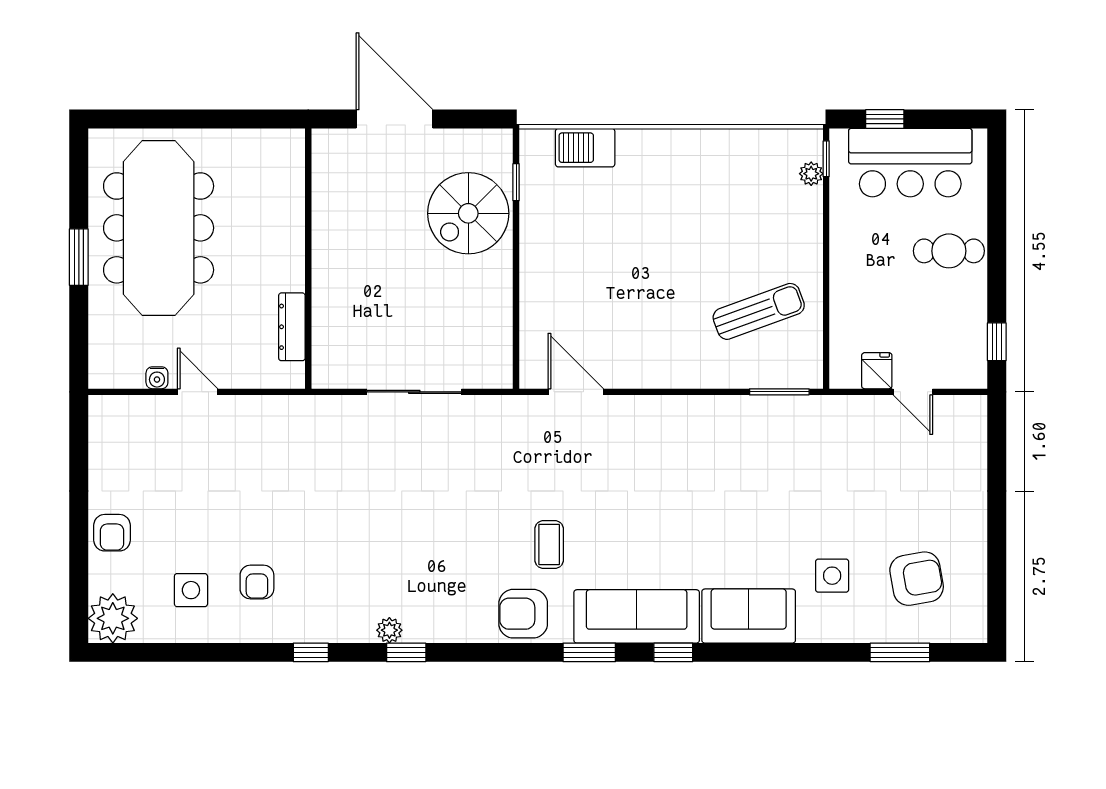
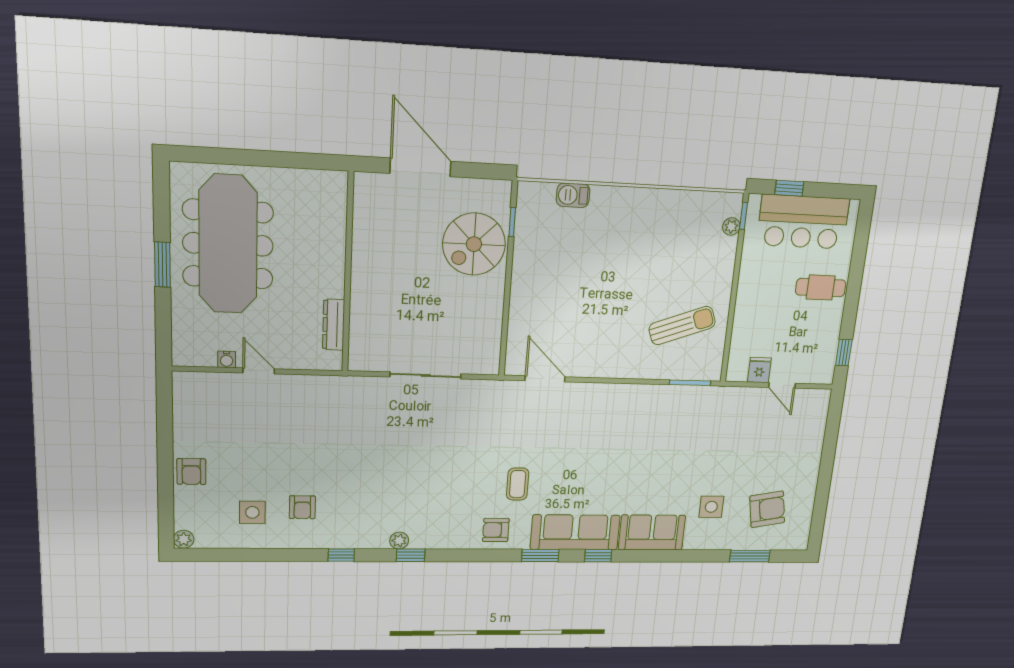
barbecue: (585, 148) -> (573, 195), width x0.73, depth x0.79
armchair: (523, 614) -> (496, 530), width x0.72, depth x0.72
plant: (113, 618) -> (184, 539), width x0.53, depth x0.53

